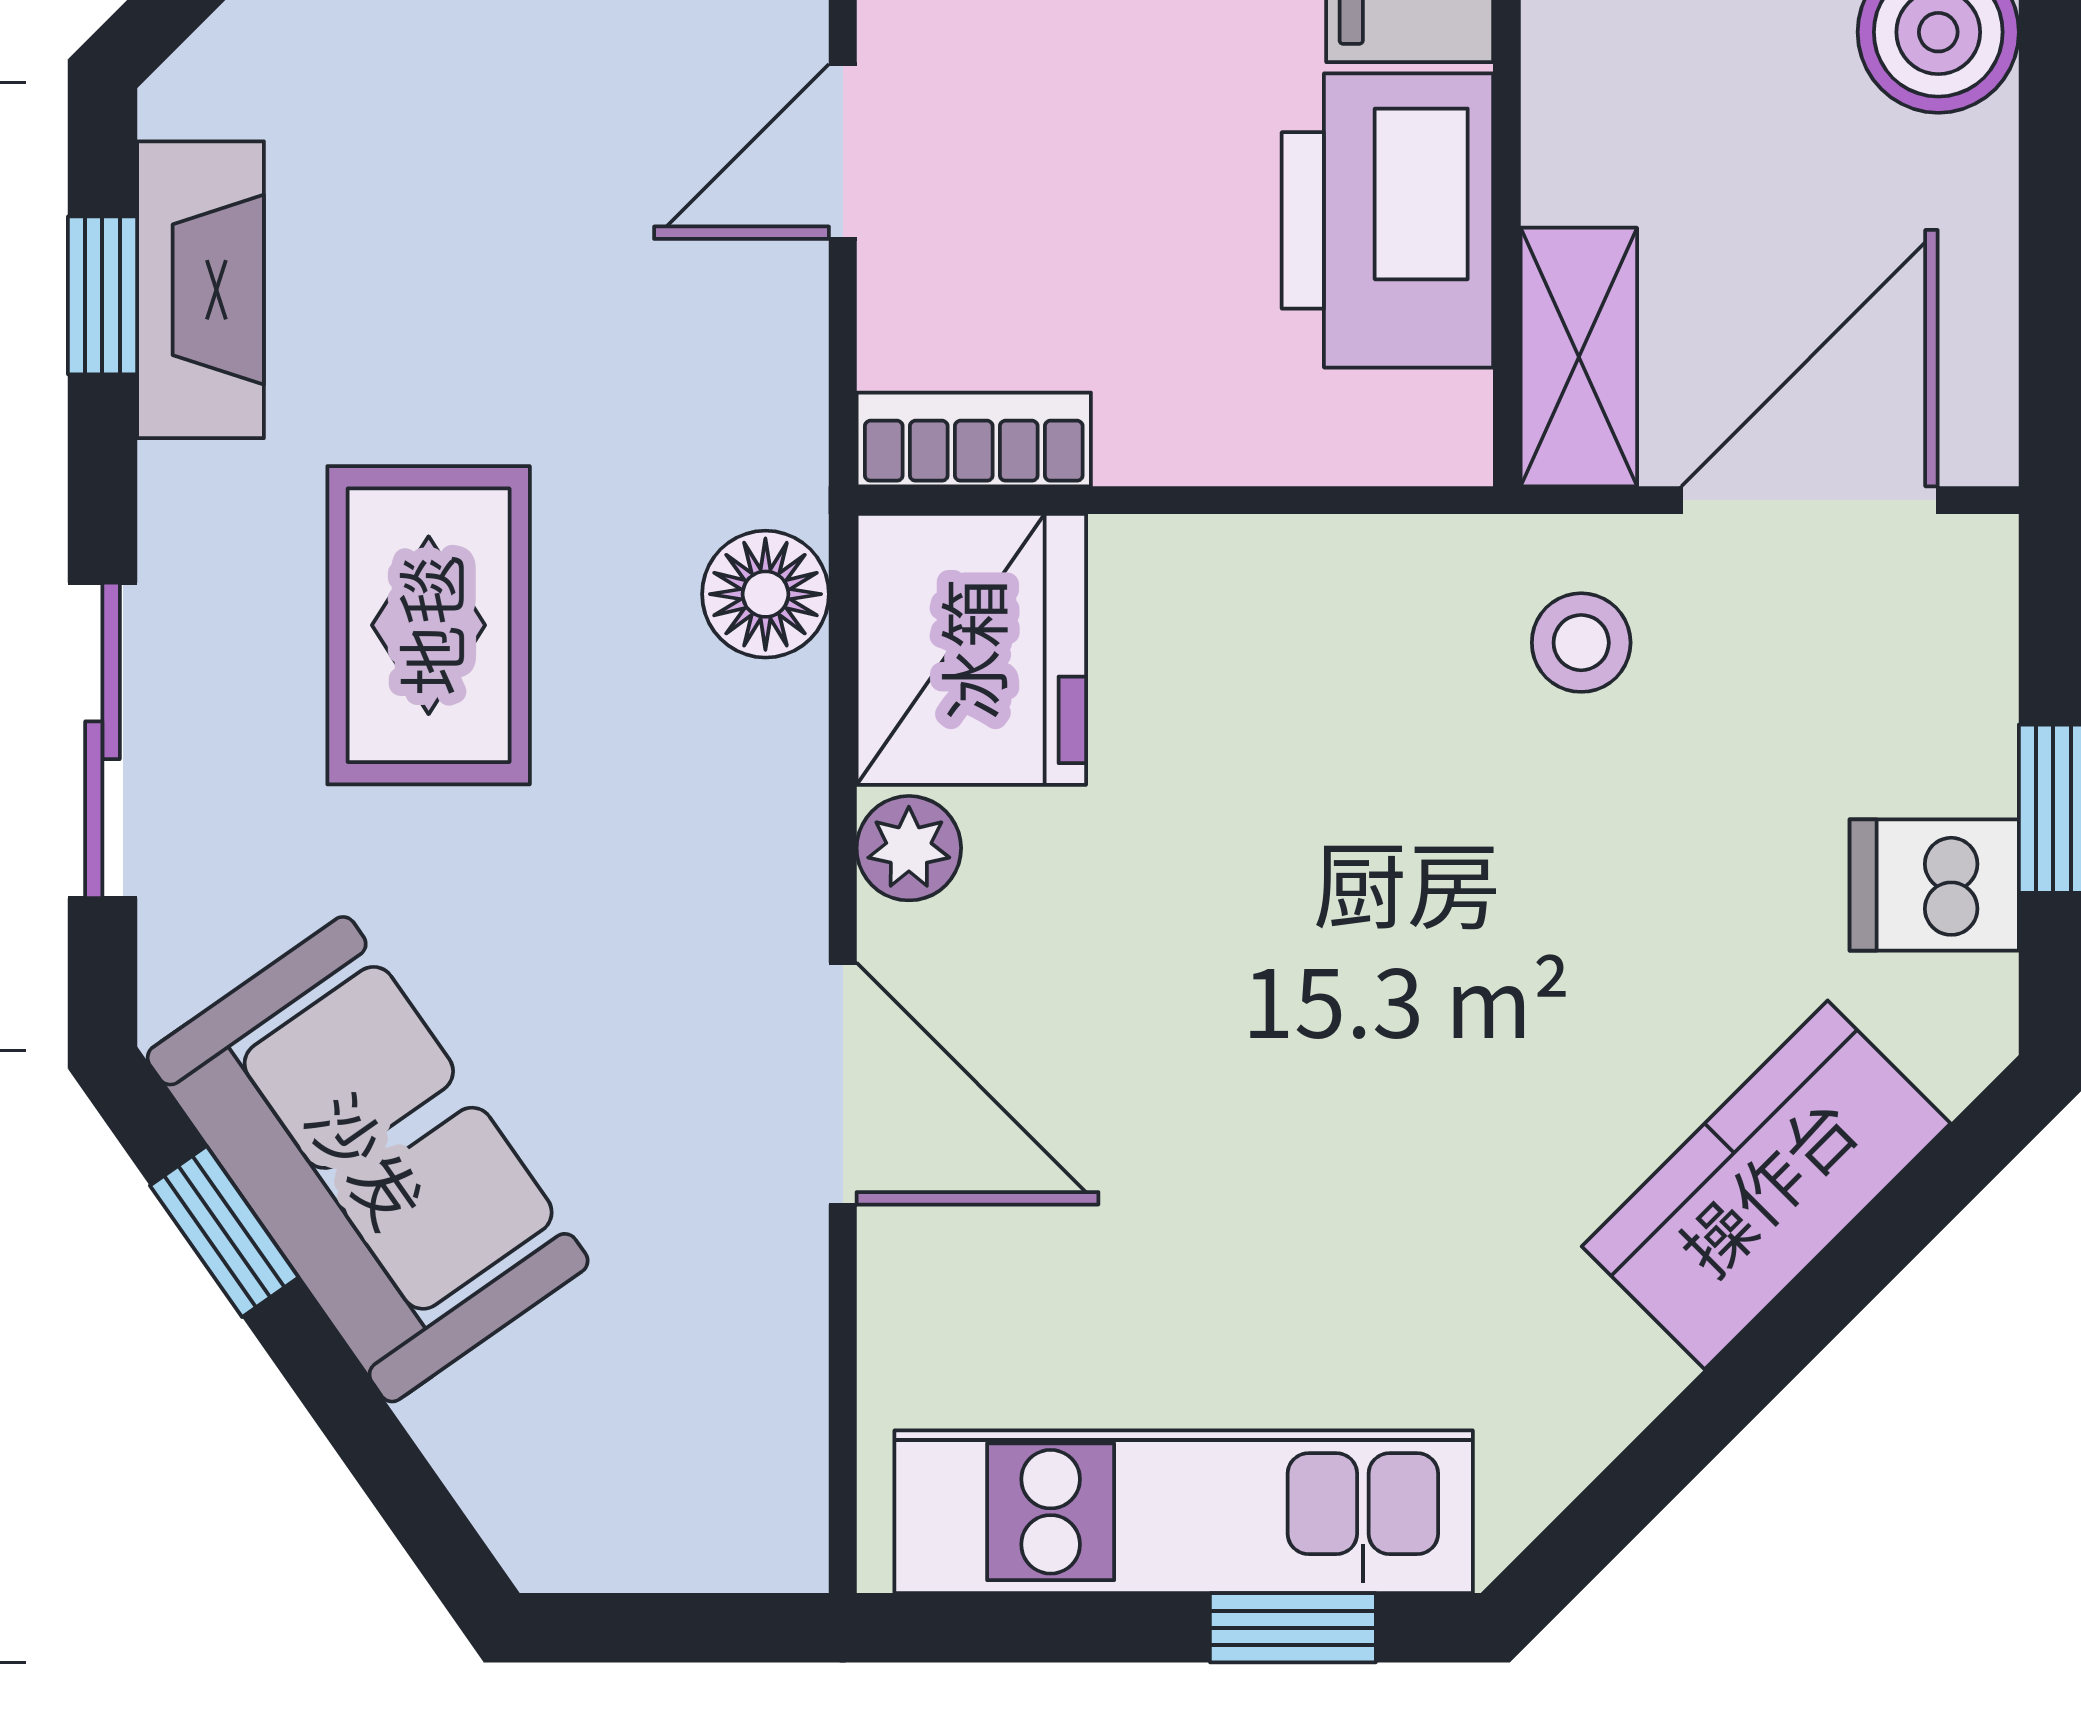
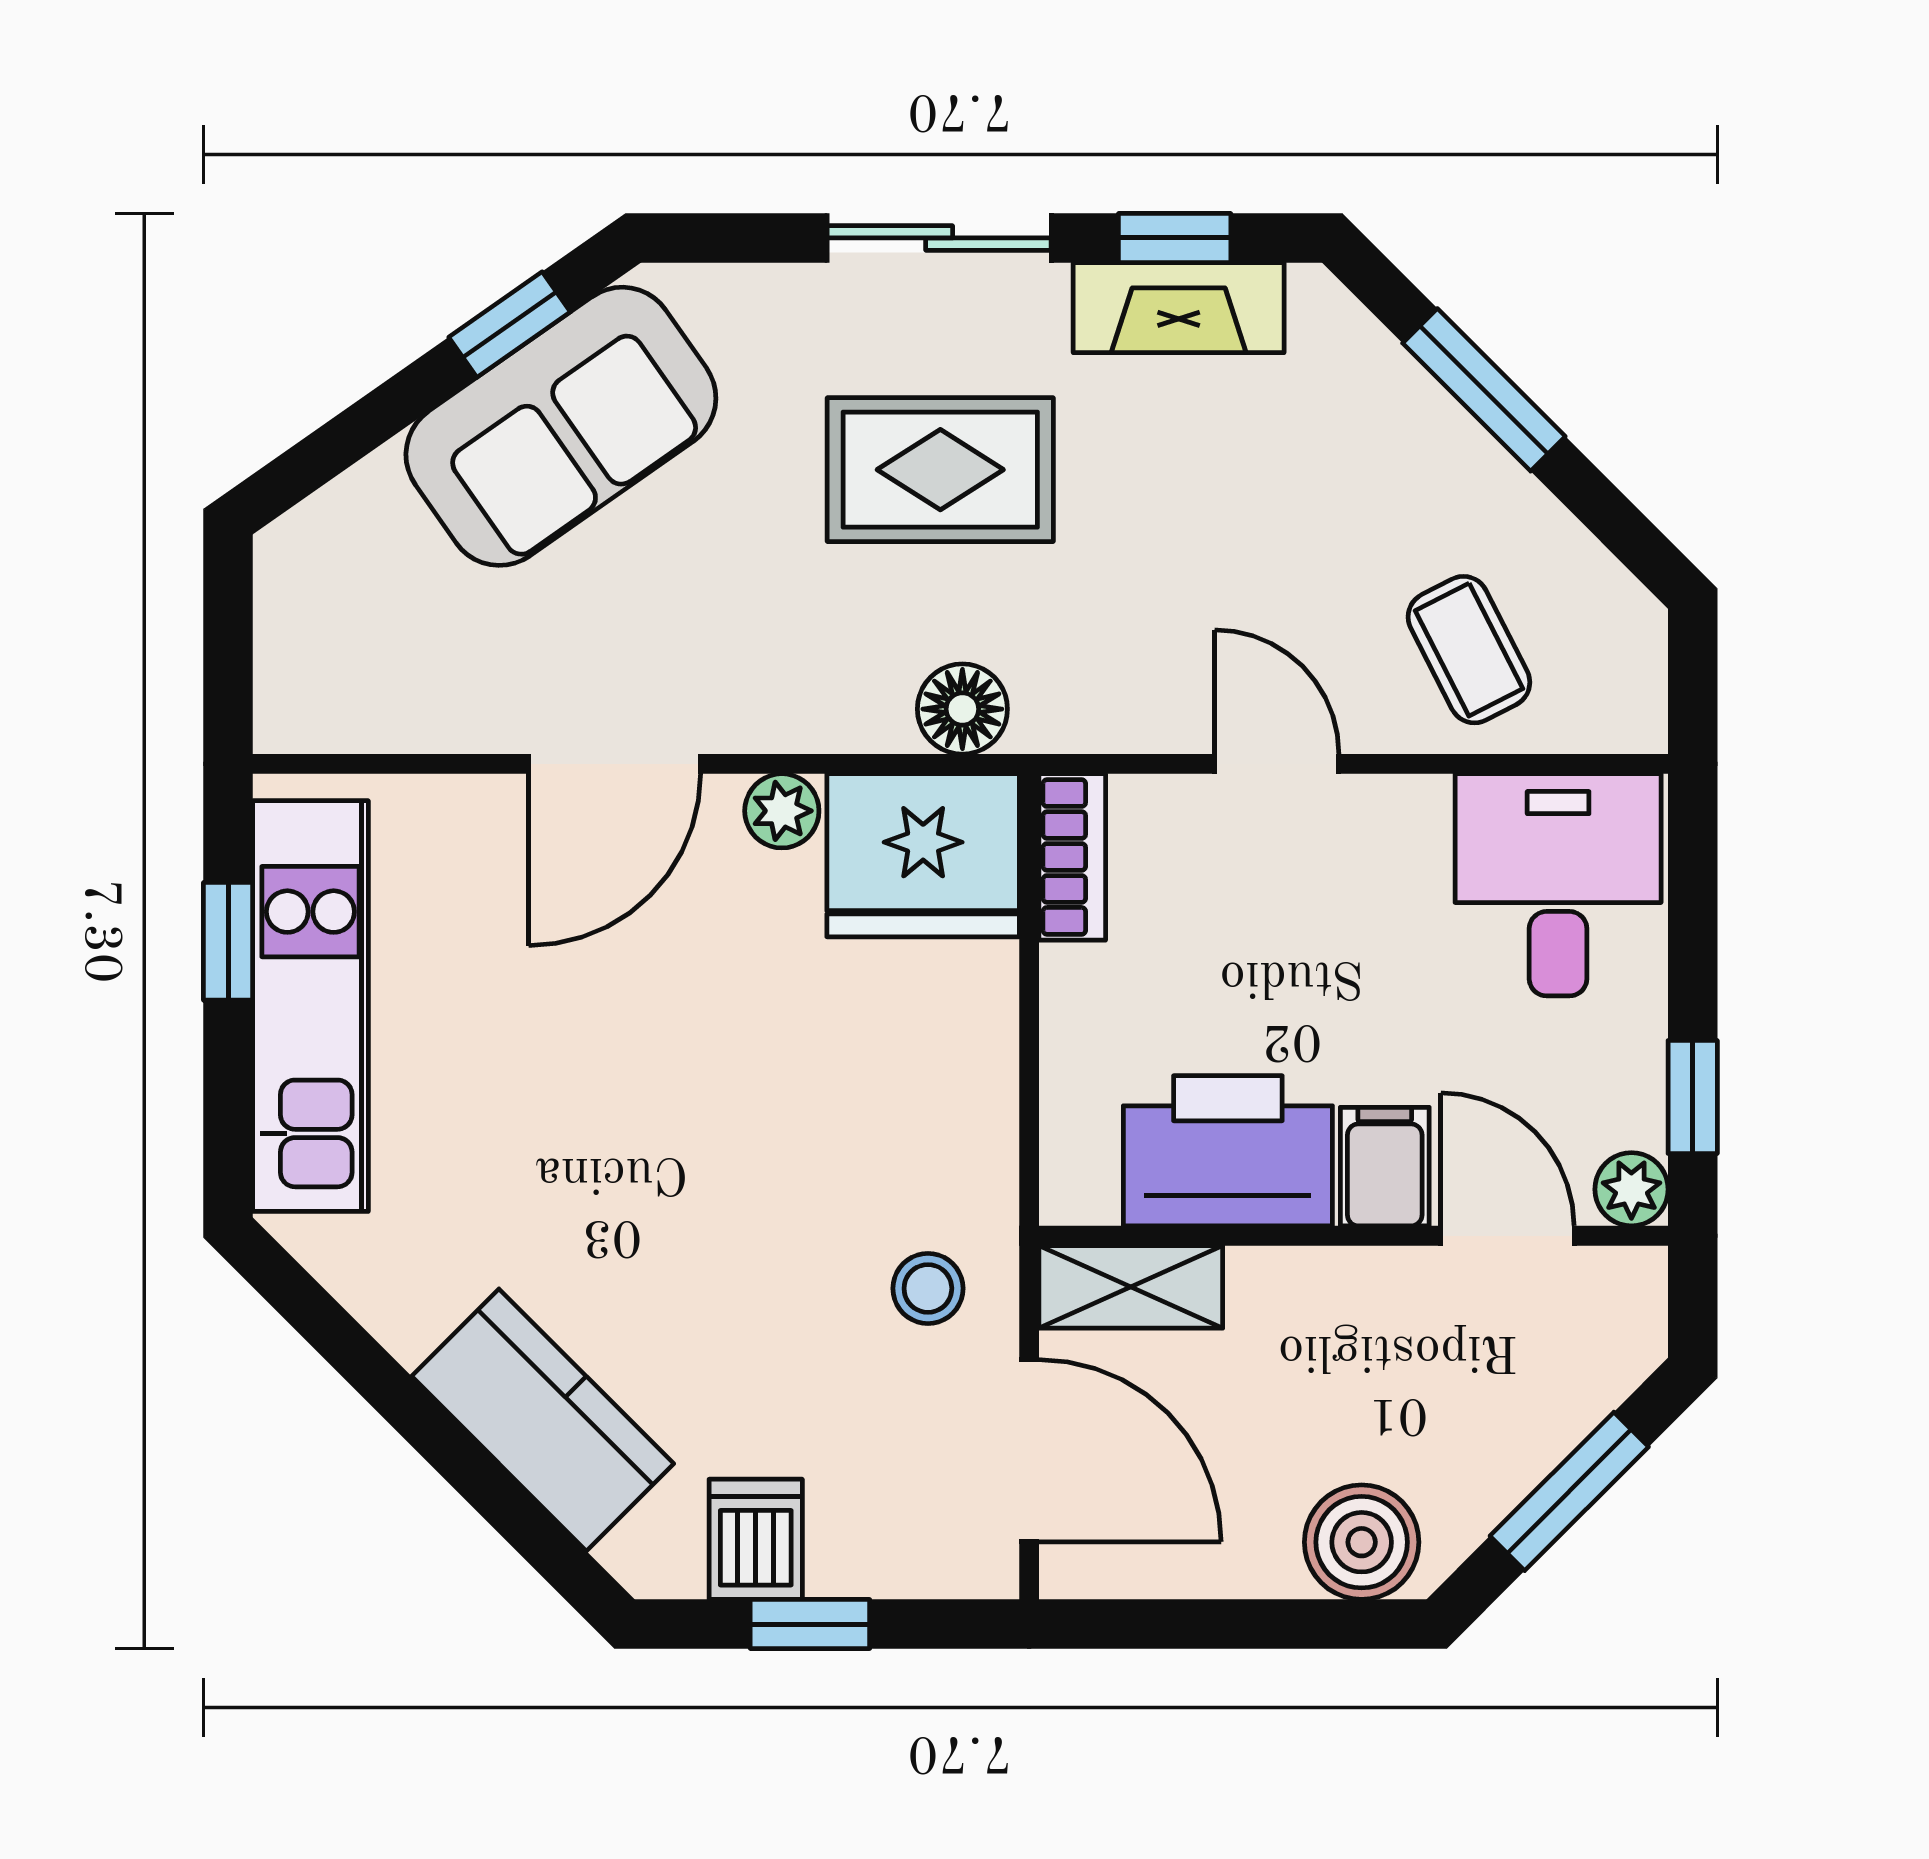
sliding door: (102, 740) -> (939, 238), moved
window: (1293, 1628) -> (228, 941), moved

